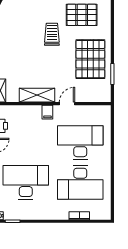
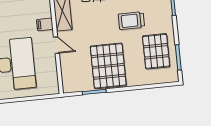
trolley: (52, 34) -> (131, 21), turned 180
pallet: (90, 59) -> (108, 66), turned 90

